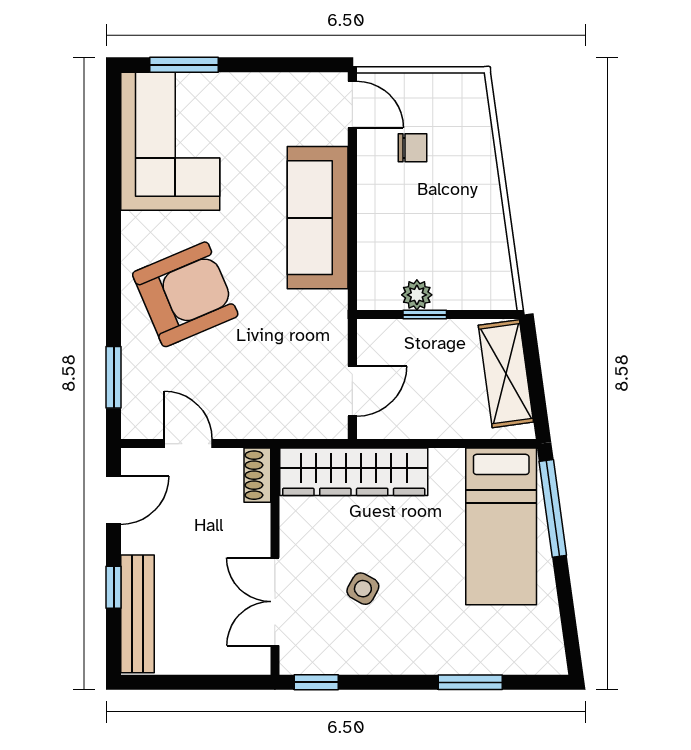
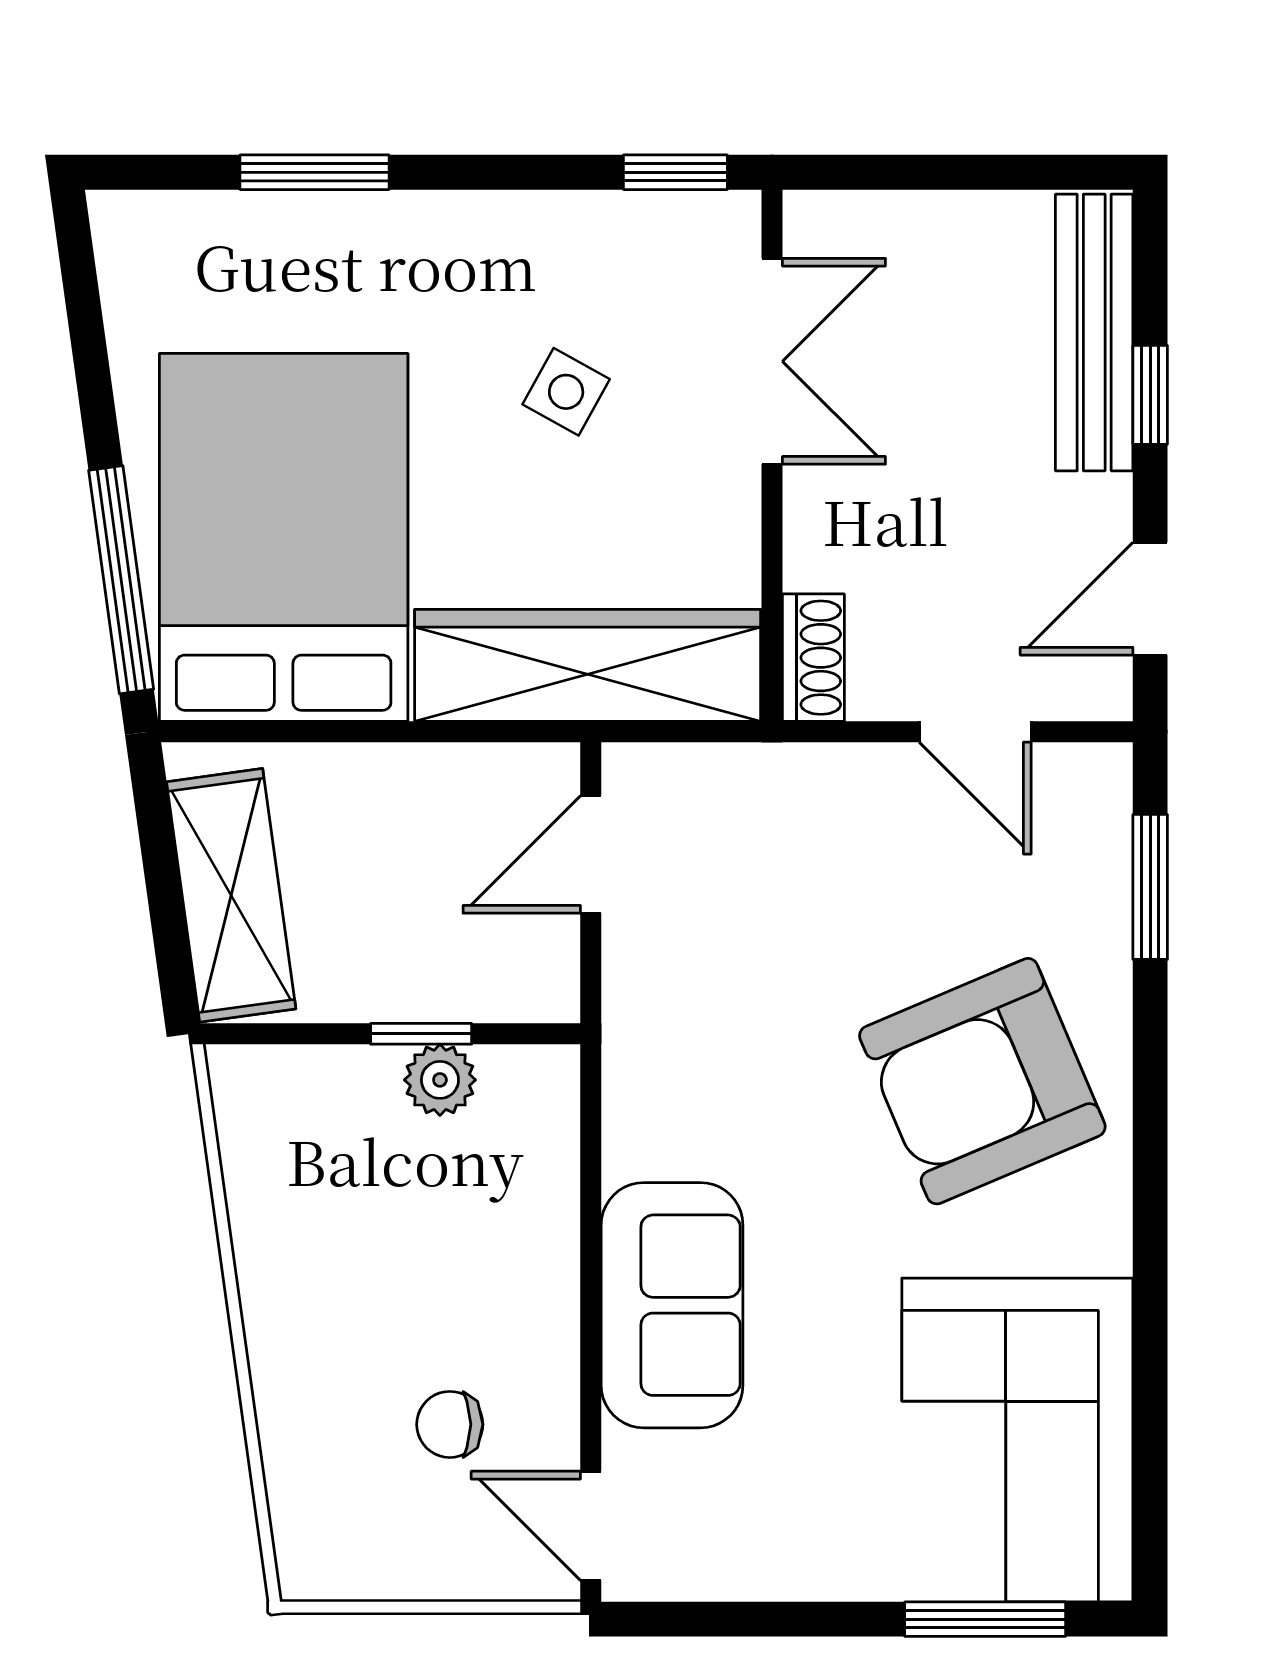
sofa: (318, 218) -> (672, 1305), width x0.73
bed: (501, 526) -> (284, 537), width x1.50

